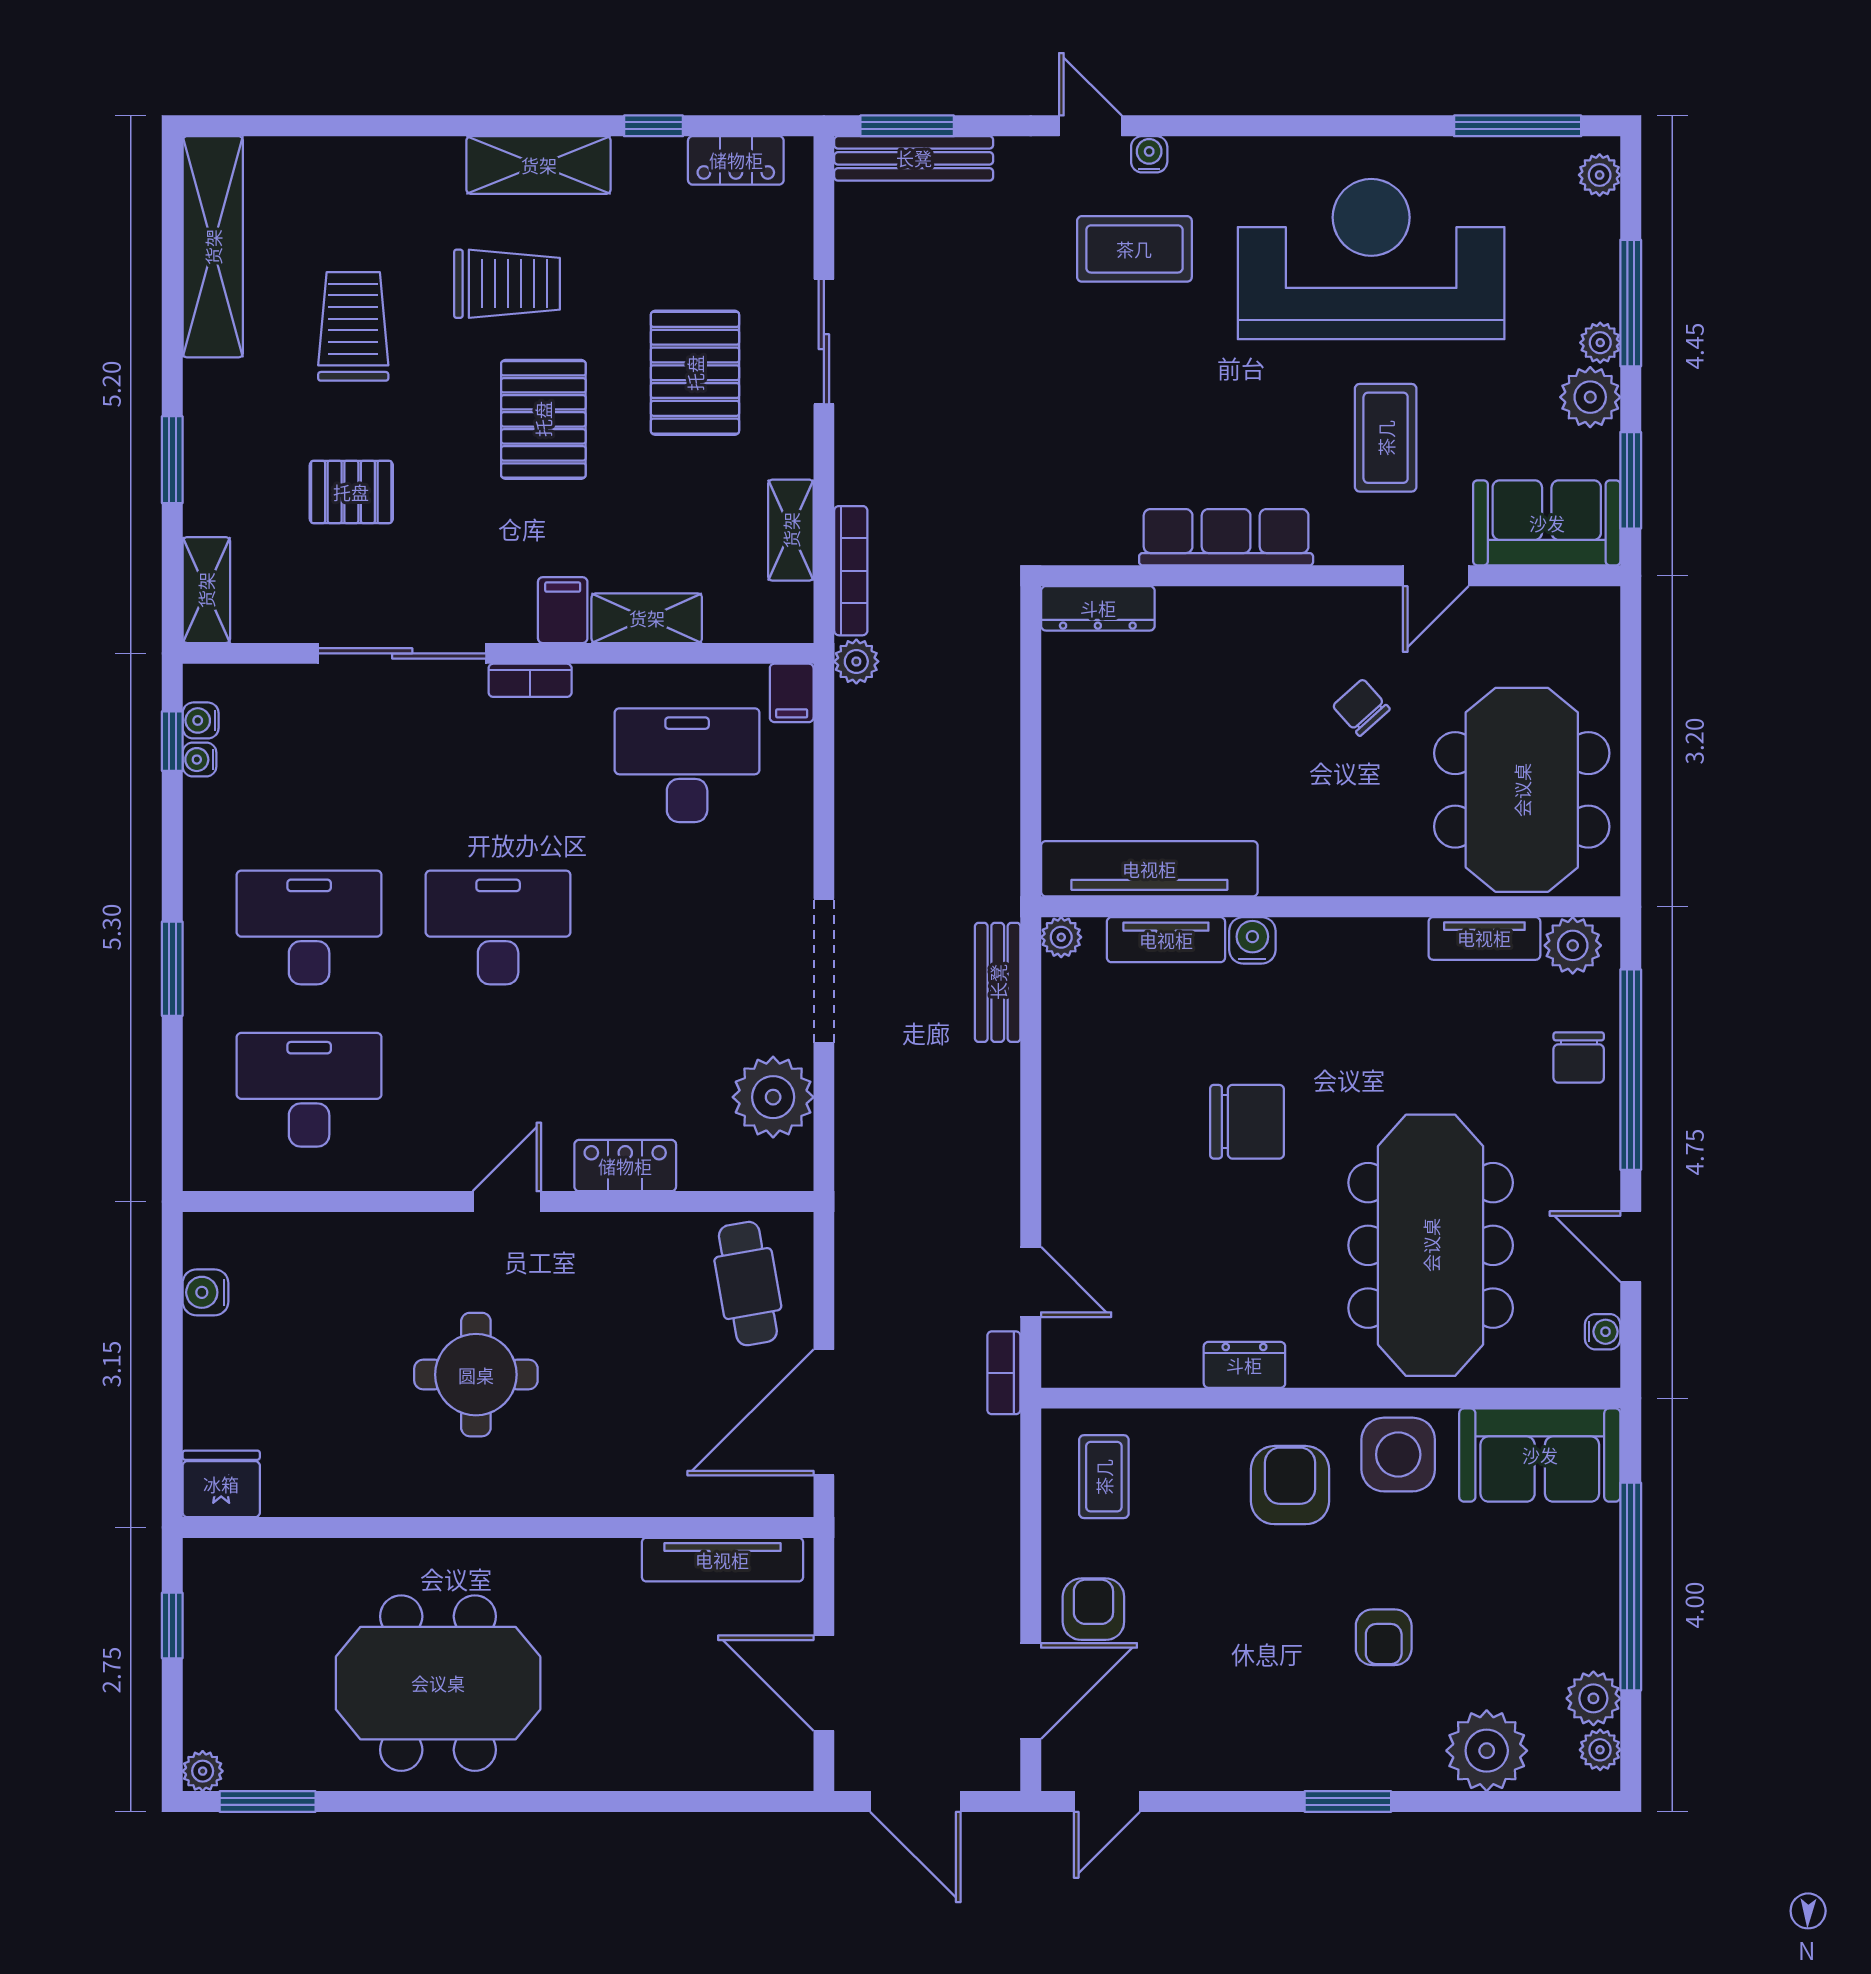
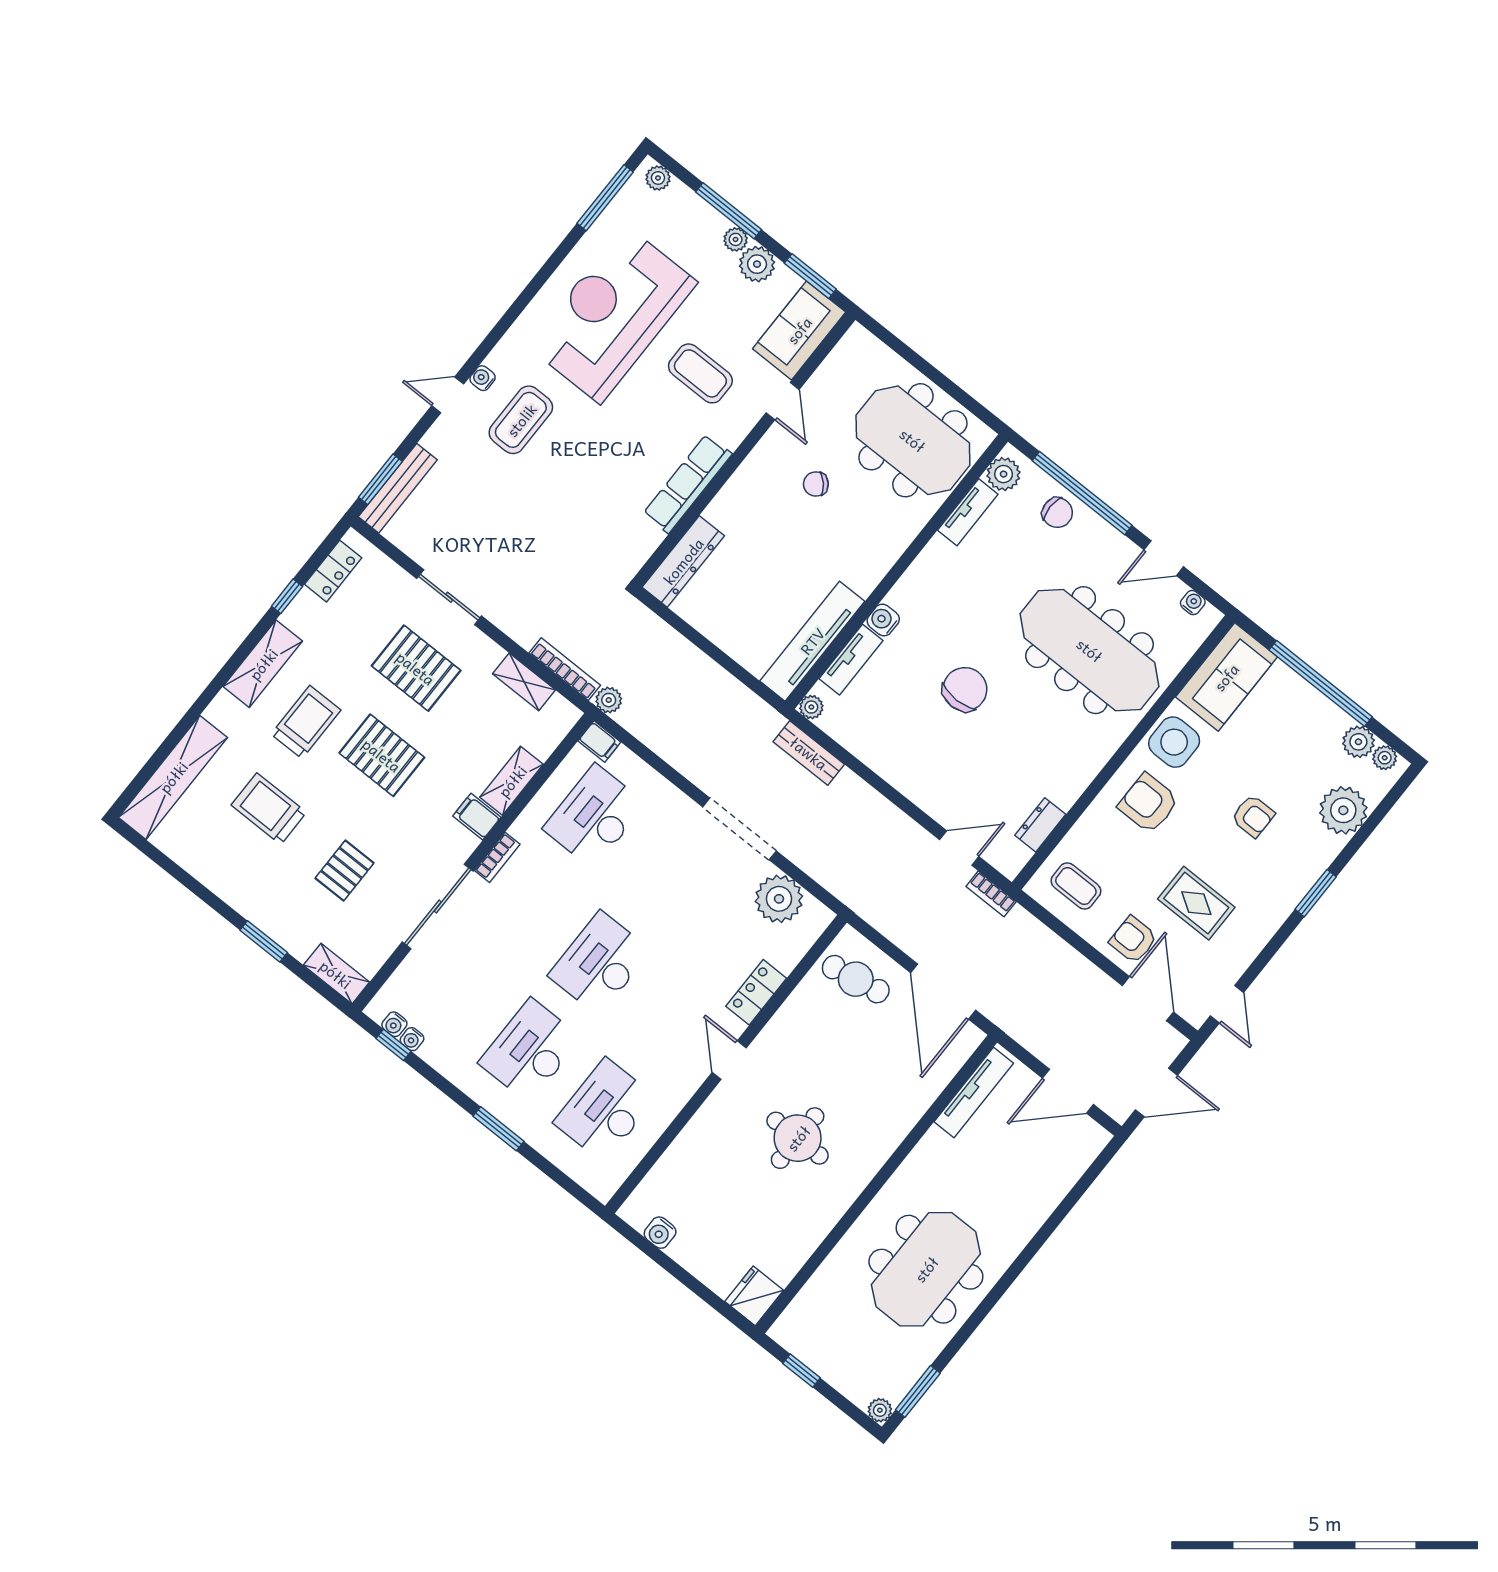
shelving: (213, 247) -> (173, 777), moved, turned 90
dresser: (1098, 608) -> (683, 561), width x1.37, depth x1.24
dresser: (1244, 1365) -> (1040, 825), moved
rug: (1209, 1654) -> (1196, 903), added

